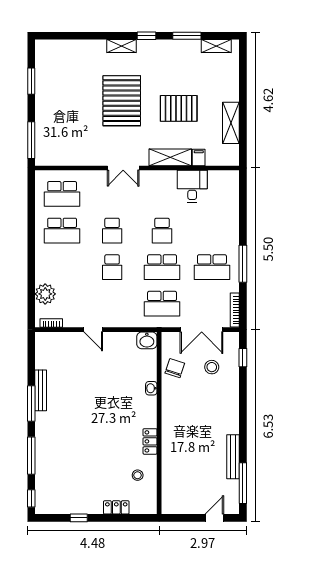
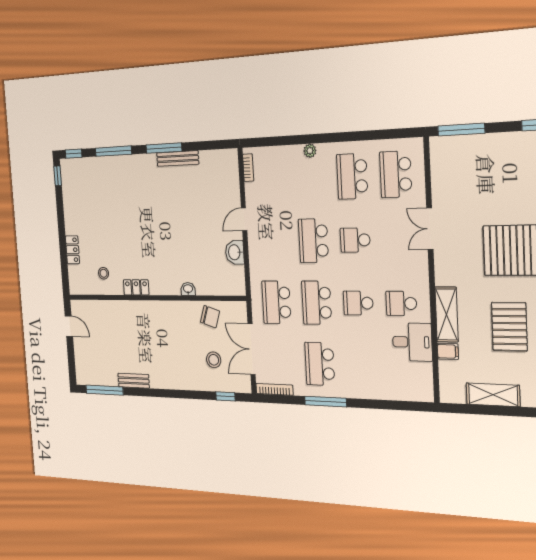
double door: (123, 168) -> (430, 229), moved
school desk: (162, 194) -> (401, 303), added
school desk: (112, 267) -> (313, 241), width x1.85
plant: (45, 294) -> (310, 151), moved, width x0.53, depth x0.53
washbasin: (147, 340) -> (235, 252), moved
bench: (233, 457) -> (134, 381), width x0.73
window: (79, 518) -> (58, 176), moved
door: (214, 518) -> (69, 326), moved

